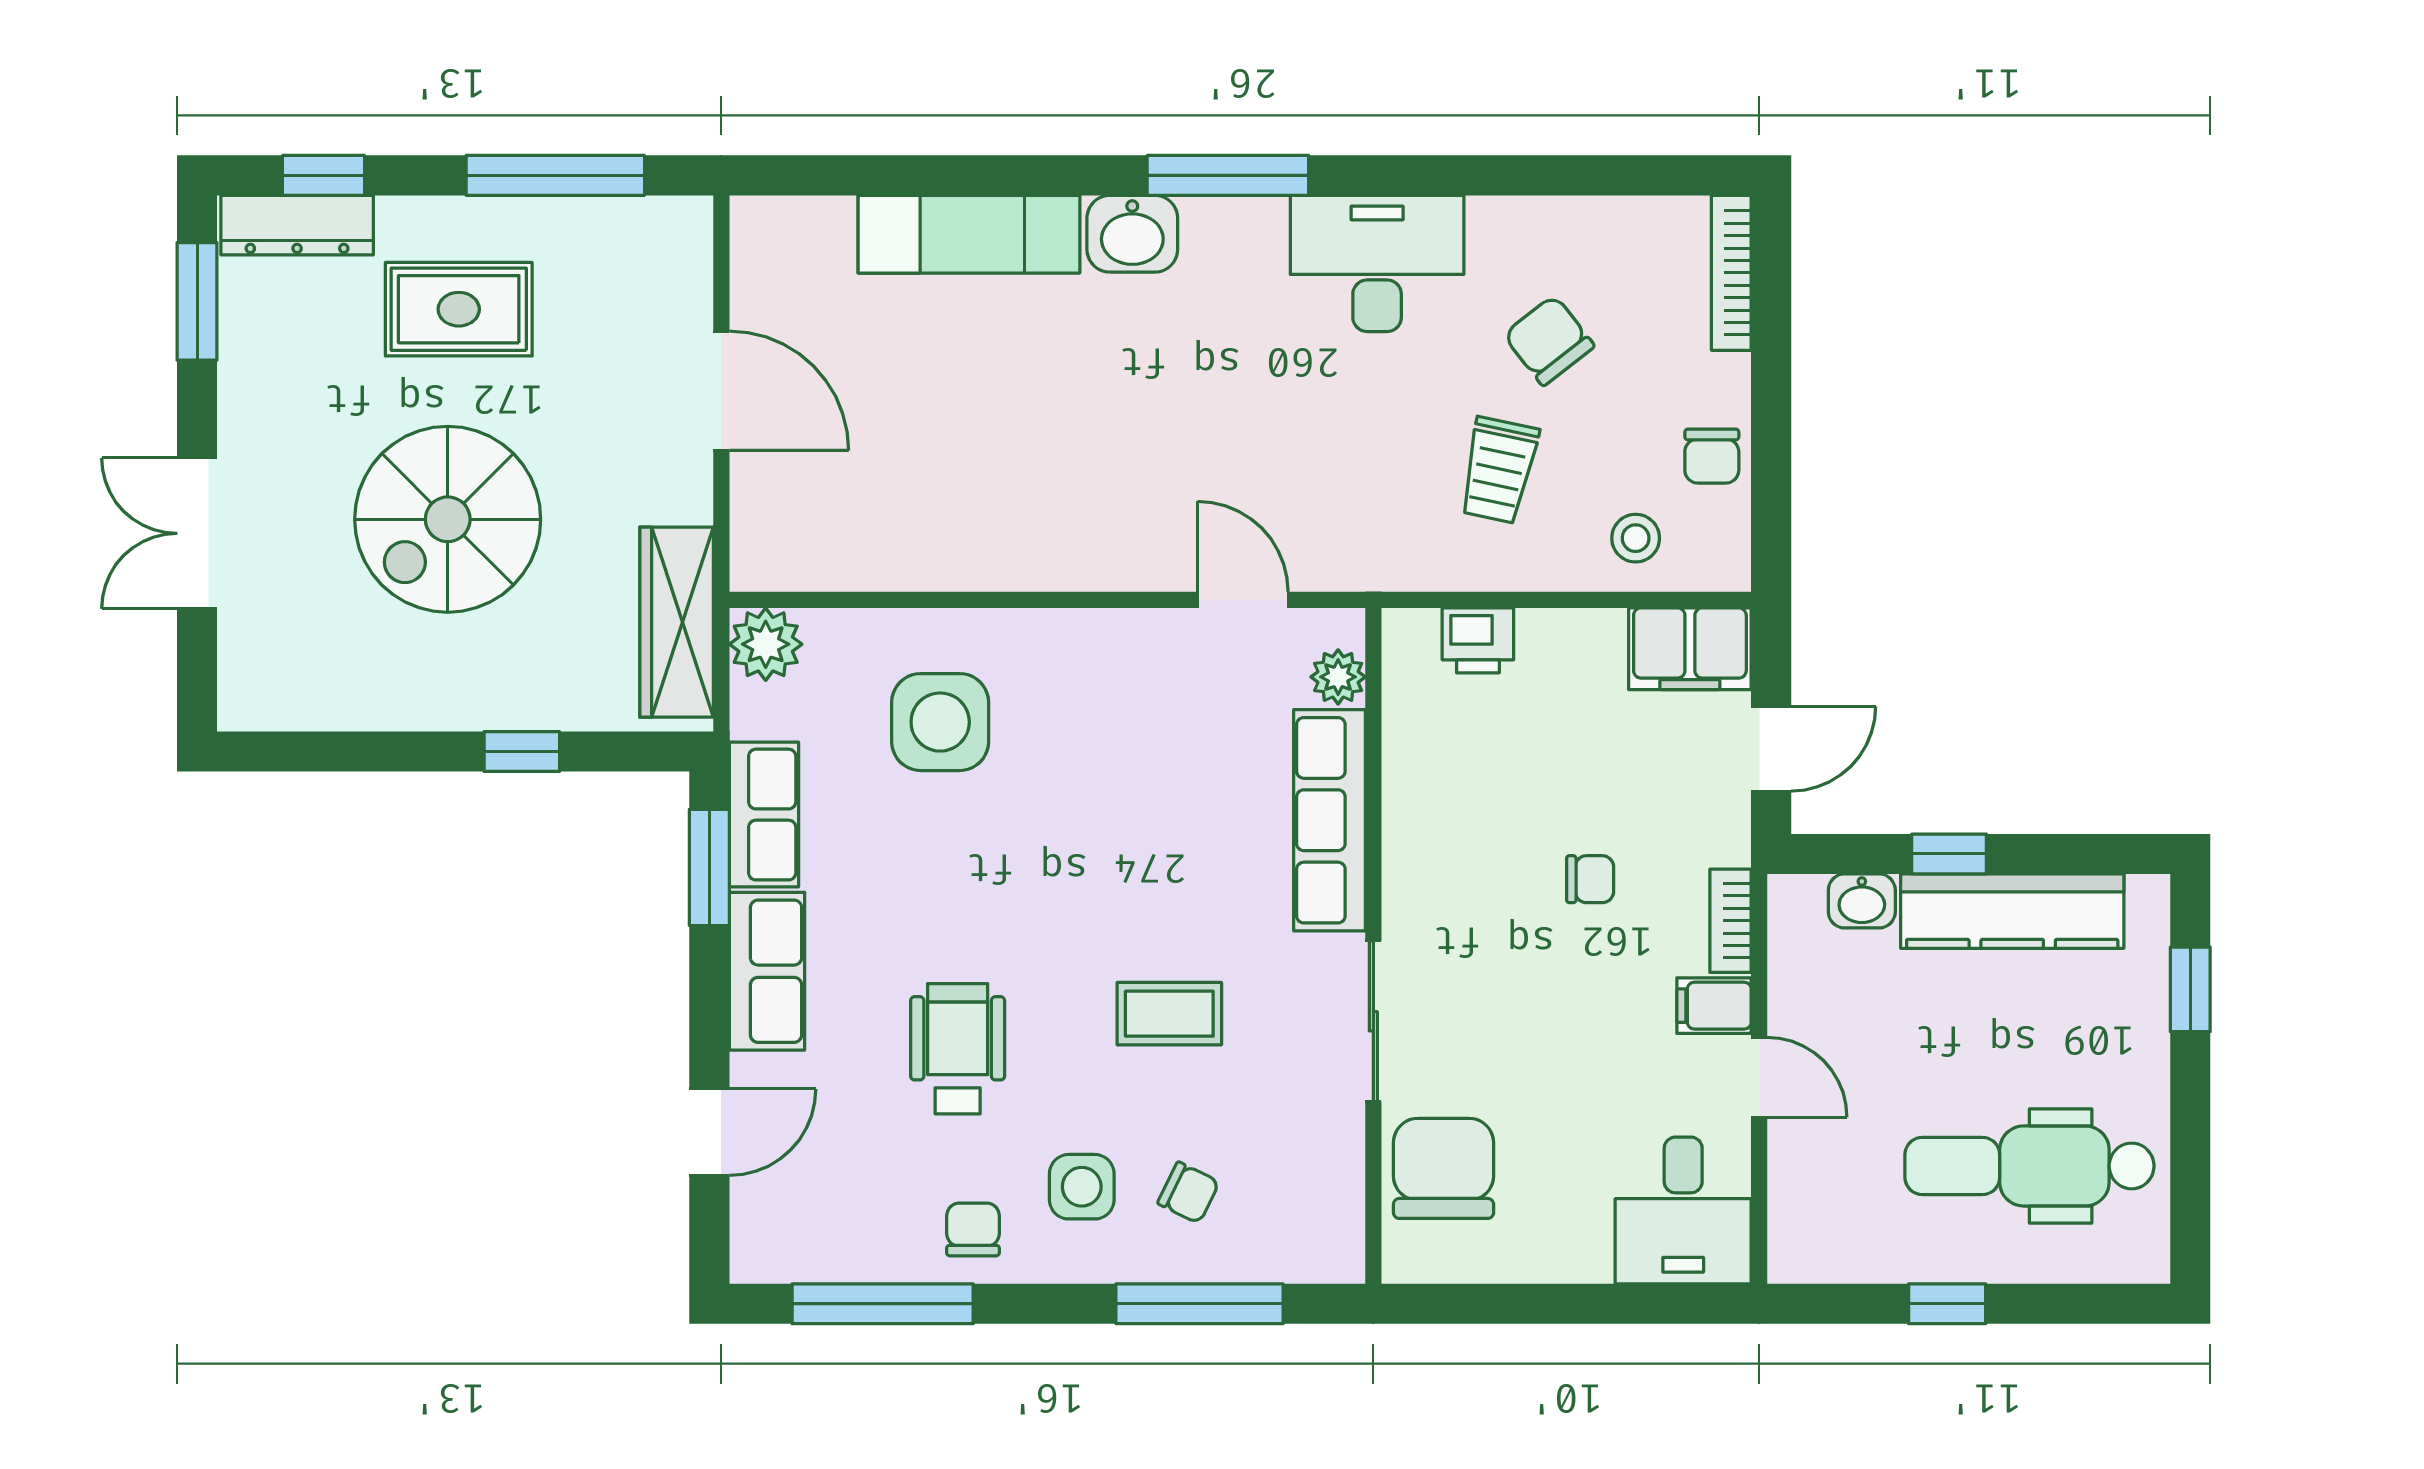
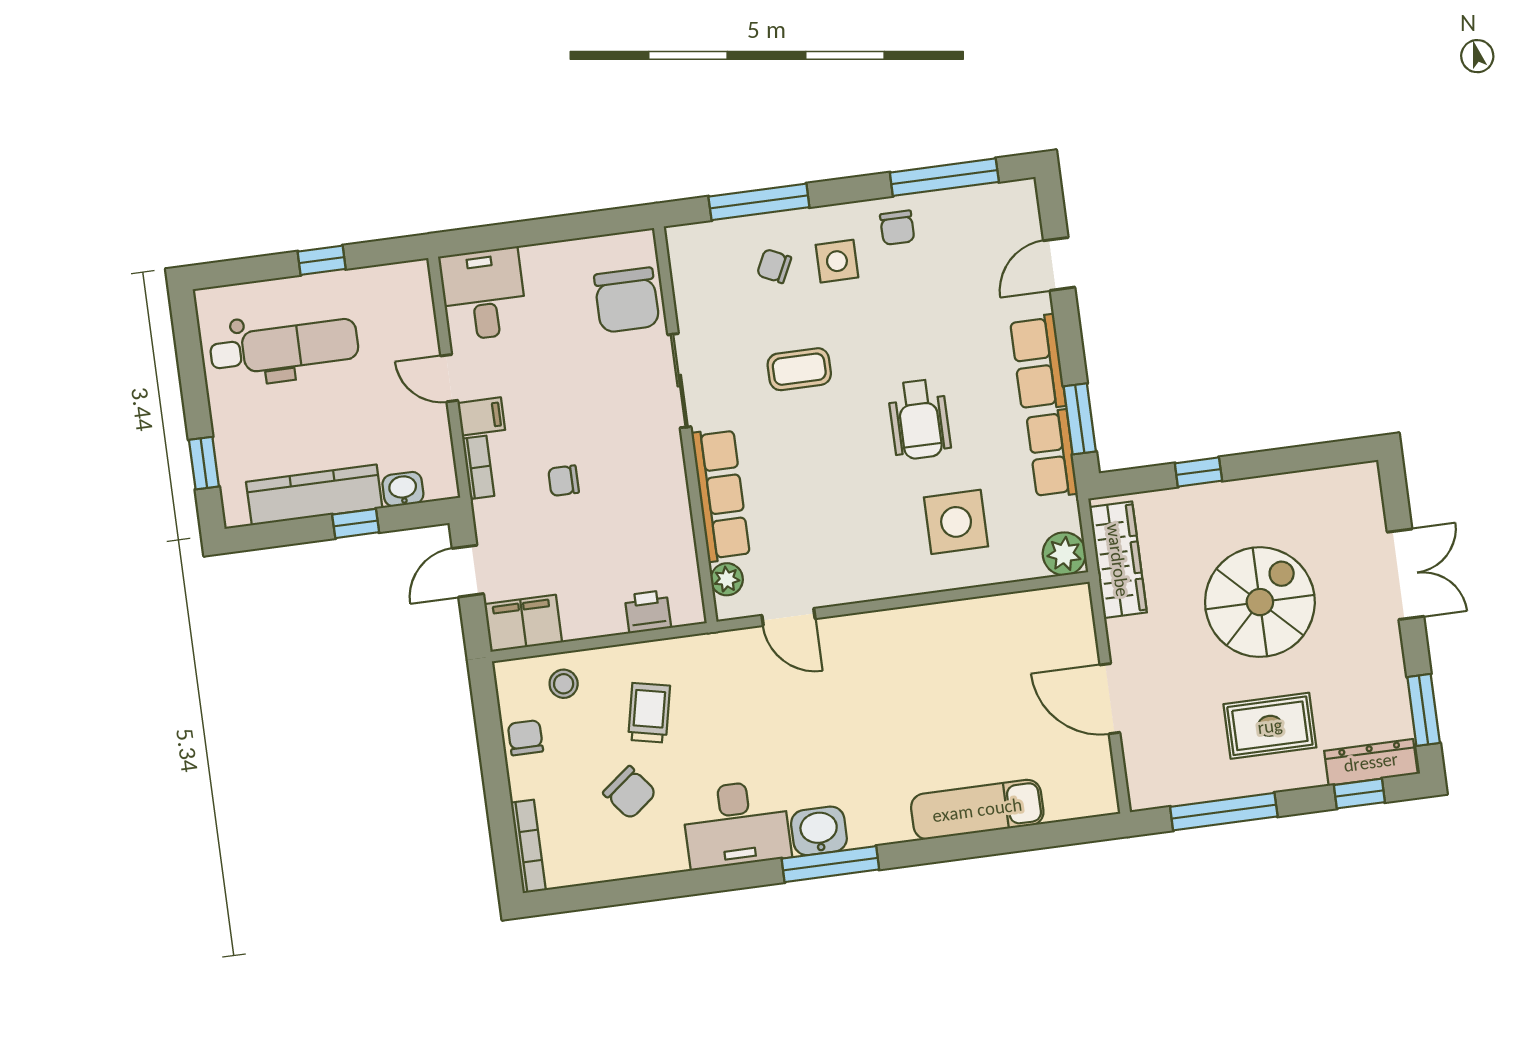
washbasin: (1132, 234) -> (819, 831), moved
wheelchair: (958, 1049) -> (919, 419), moved

